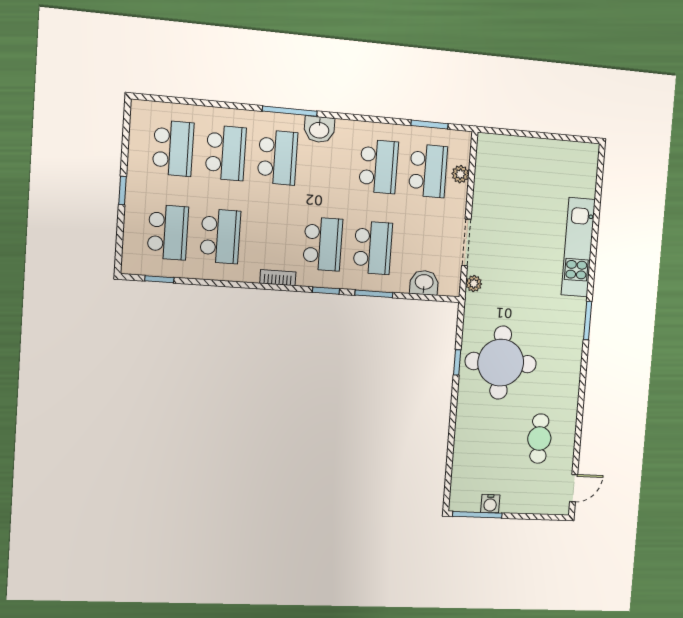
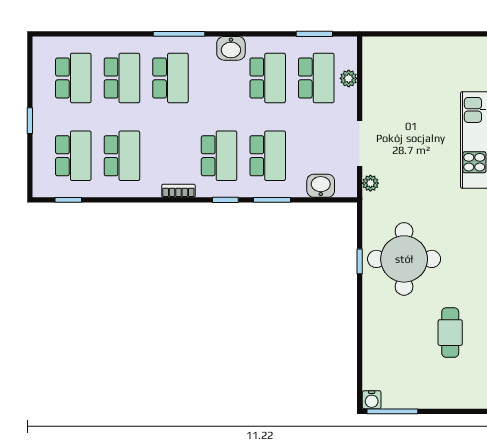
washbasin: (319, 129) -> (231, 48), moved
water cooler: (490, 504) -> (372, 400), moved

